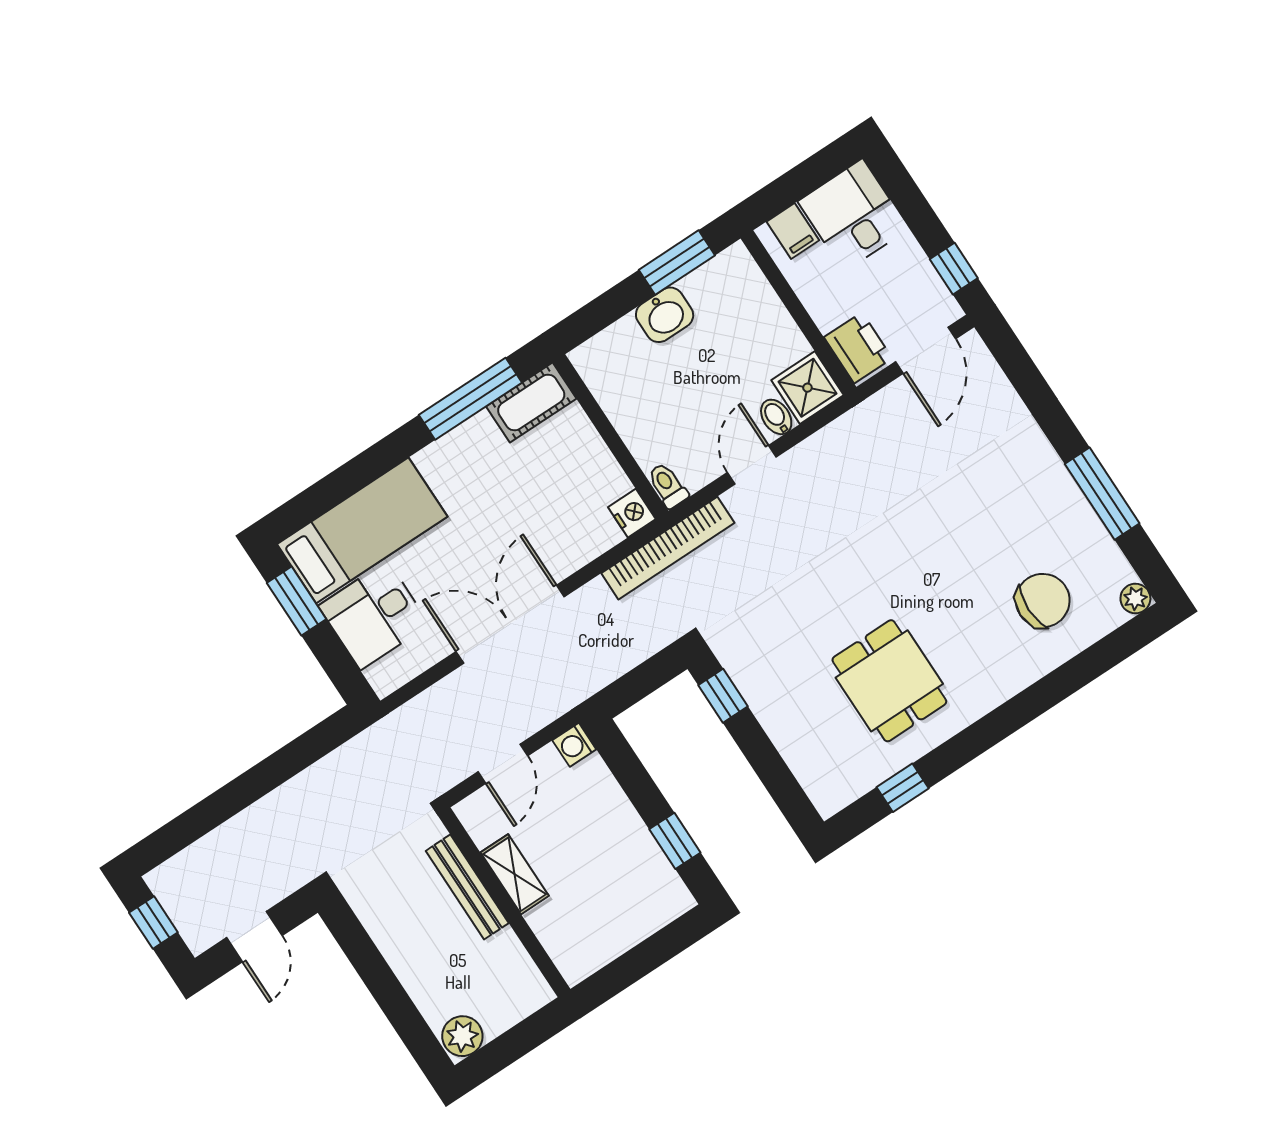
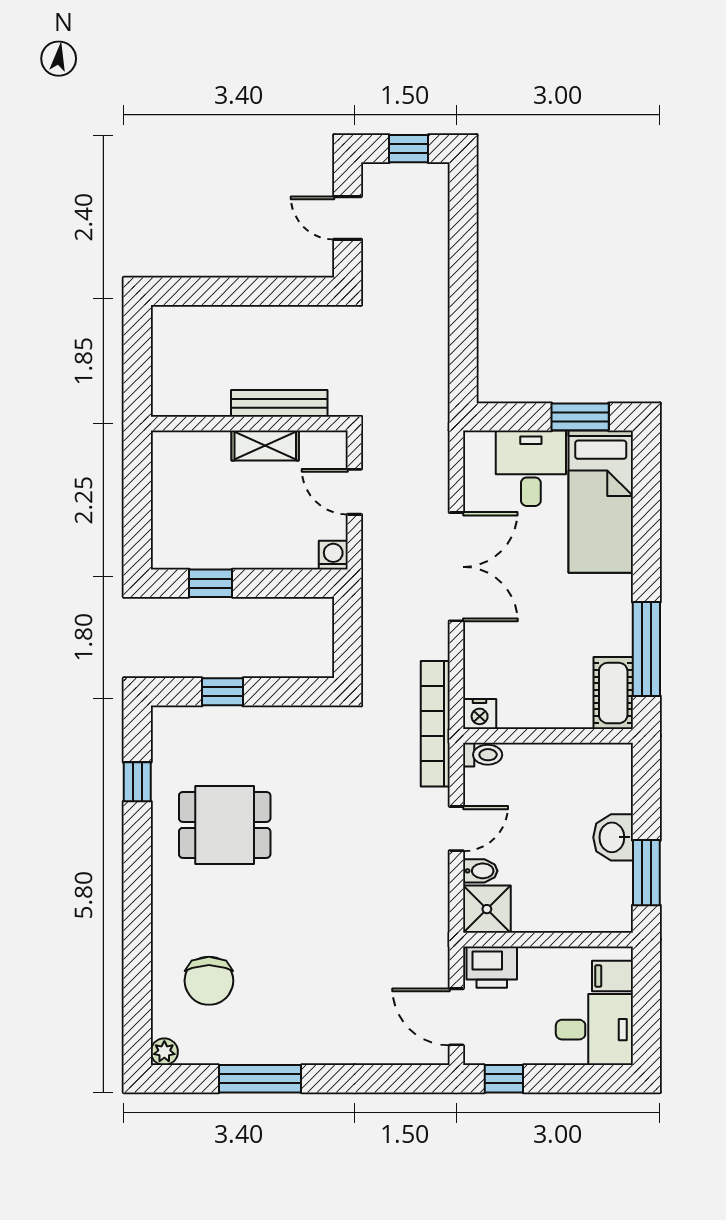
door: (752, 465) -> (456, 829), hinge flipped
window: (723, 696) -> (223, 692), moved
plant: (462, 1036) -> (169, 325), removed

